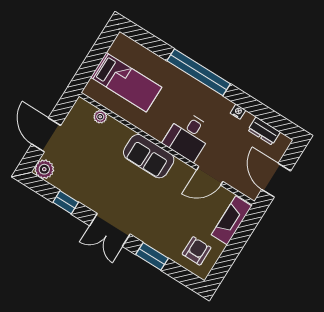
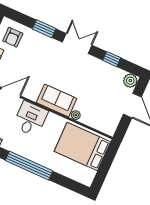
bed: (126, 82) -> (82, 146), width x1.50
plant: (100, 117) -> (76, 115), moved

